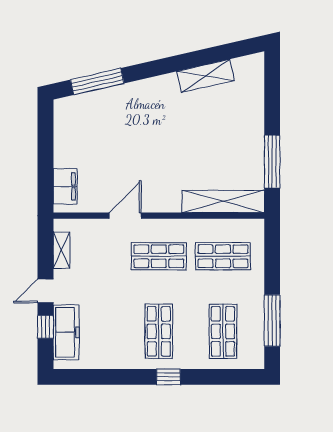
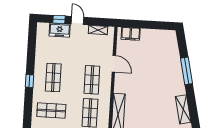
window: (97, 81) -> (186, 71), moved
shop shelf: (159, 331) -> (53, 78), turned 90
freezer: (66, 332) -> (60, 30), width x0.71

